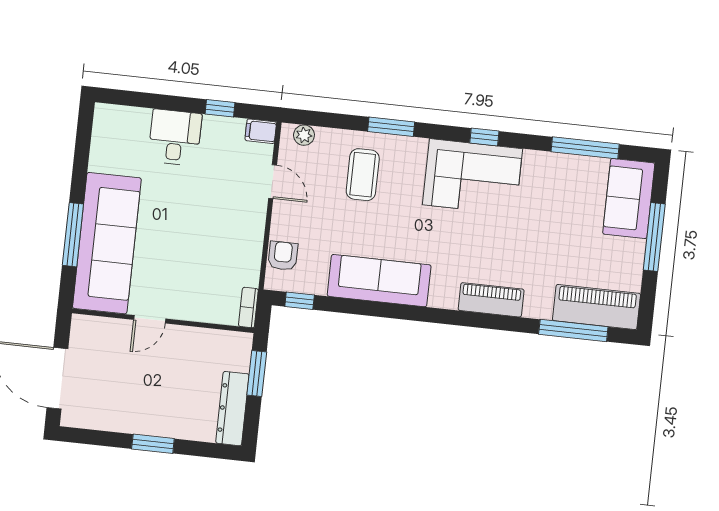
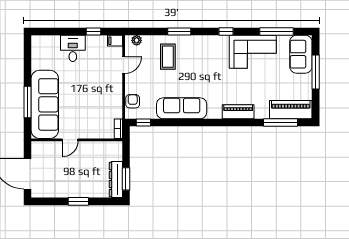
corner sofa: (472, 177) -> (253, 52), moved
door: (273, 182) -> (124, 65), hinge flipped
window: (257, 373) -> (126, 179), moved

